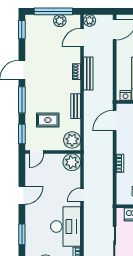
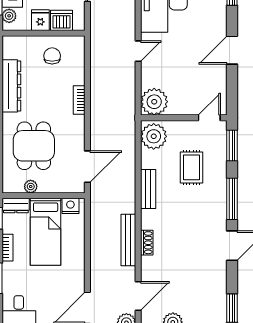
rug: (48, 120) -> (192, 167), turned 90

